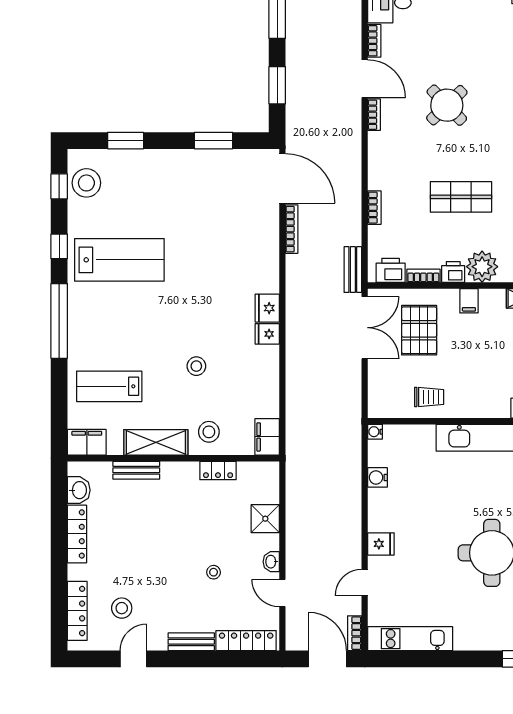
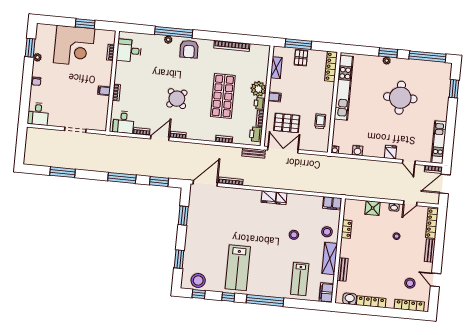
shop shelf: (461, 197) -> (223, 96), width x1.43, depth x1.36
lab bench: (119, 260) -> (238, 268), turned 180

